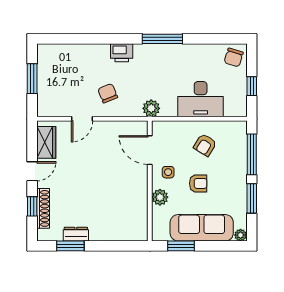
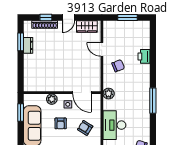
printer: (122, 53) -> (144, 56), moved
door: (150, 150) -> (82, 93), swing flipped
door: (32, 171) -> (68, 17), hinge flipped

